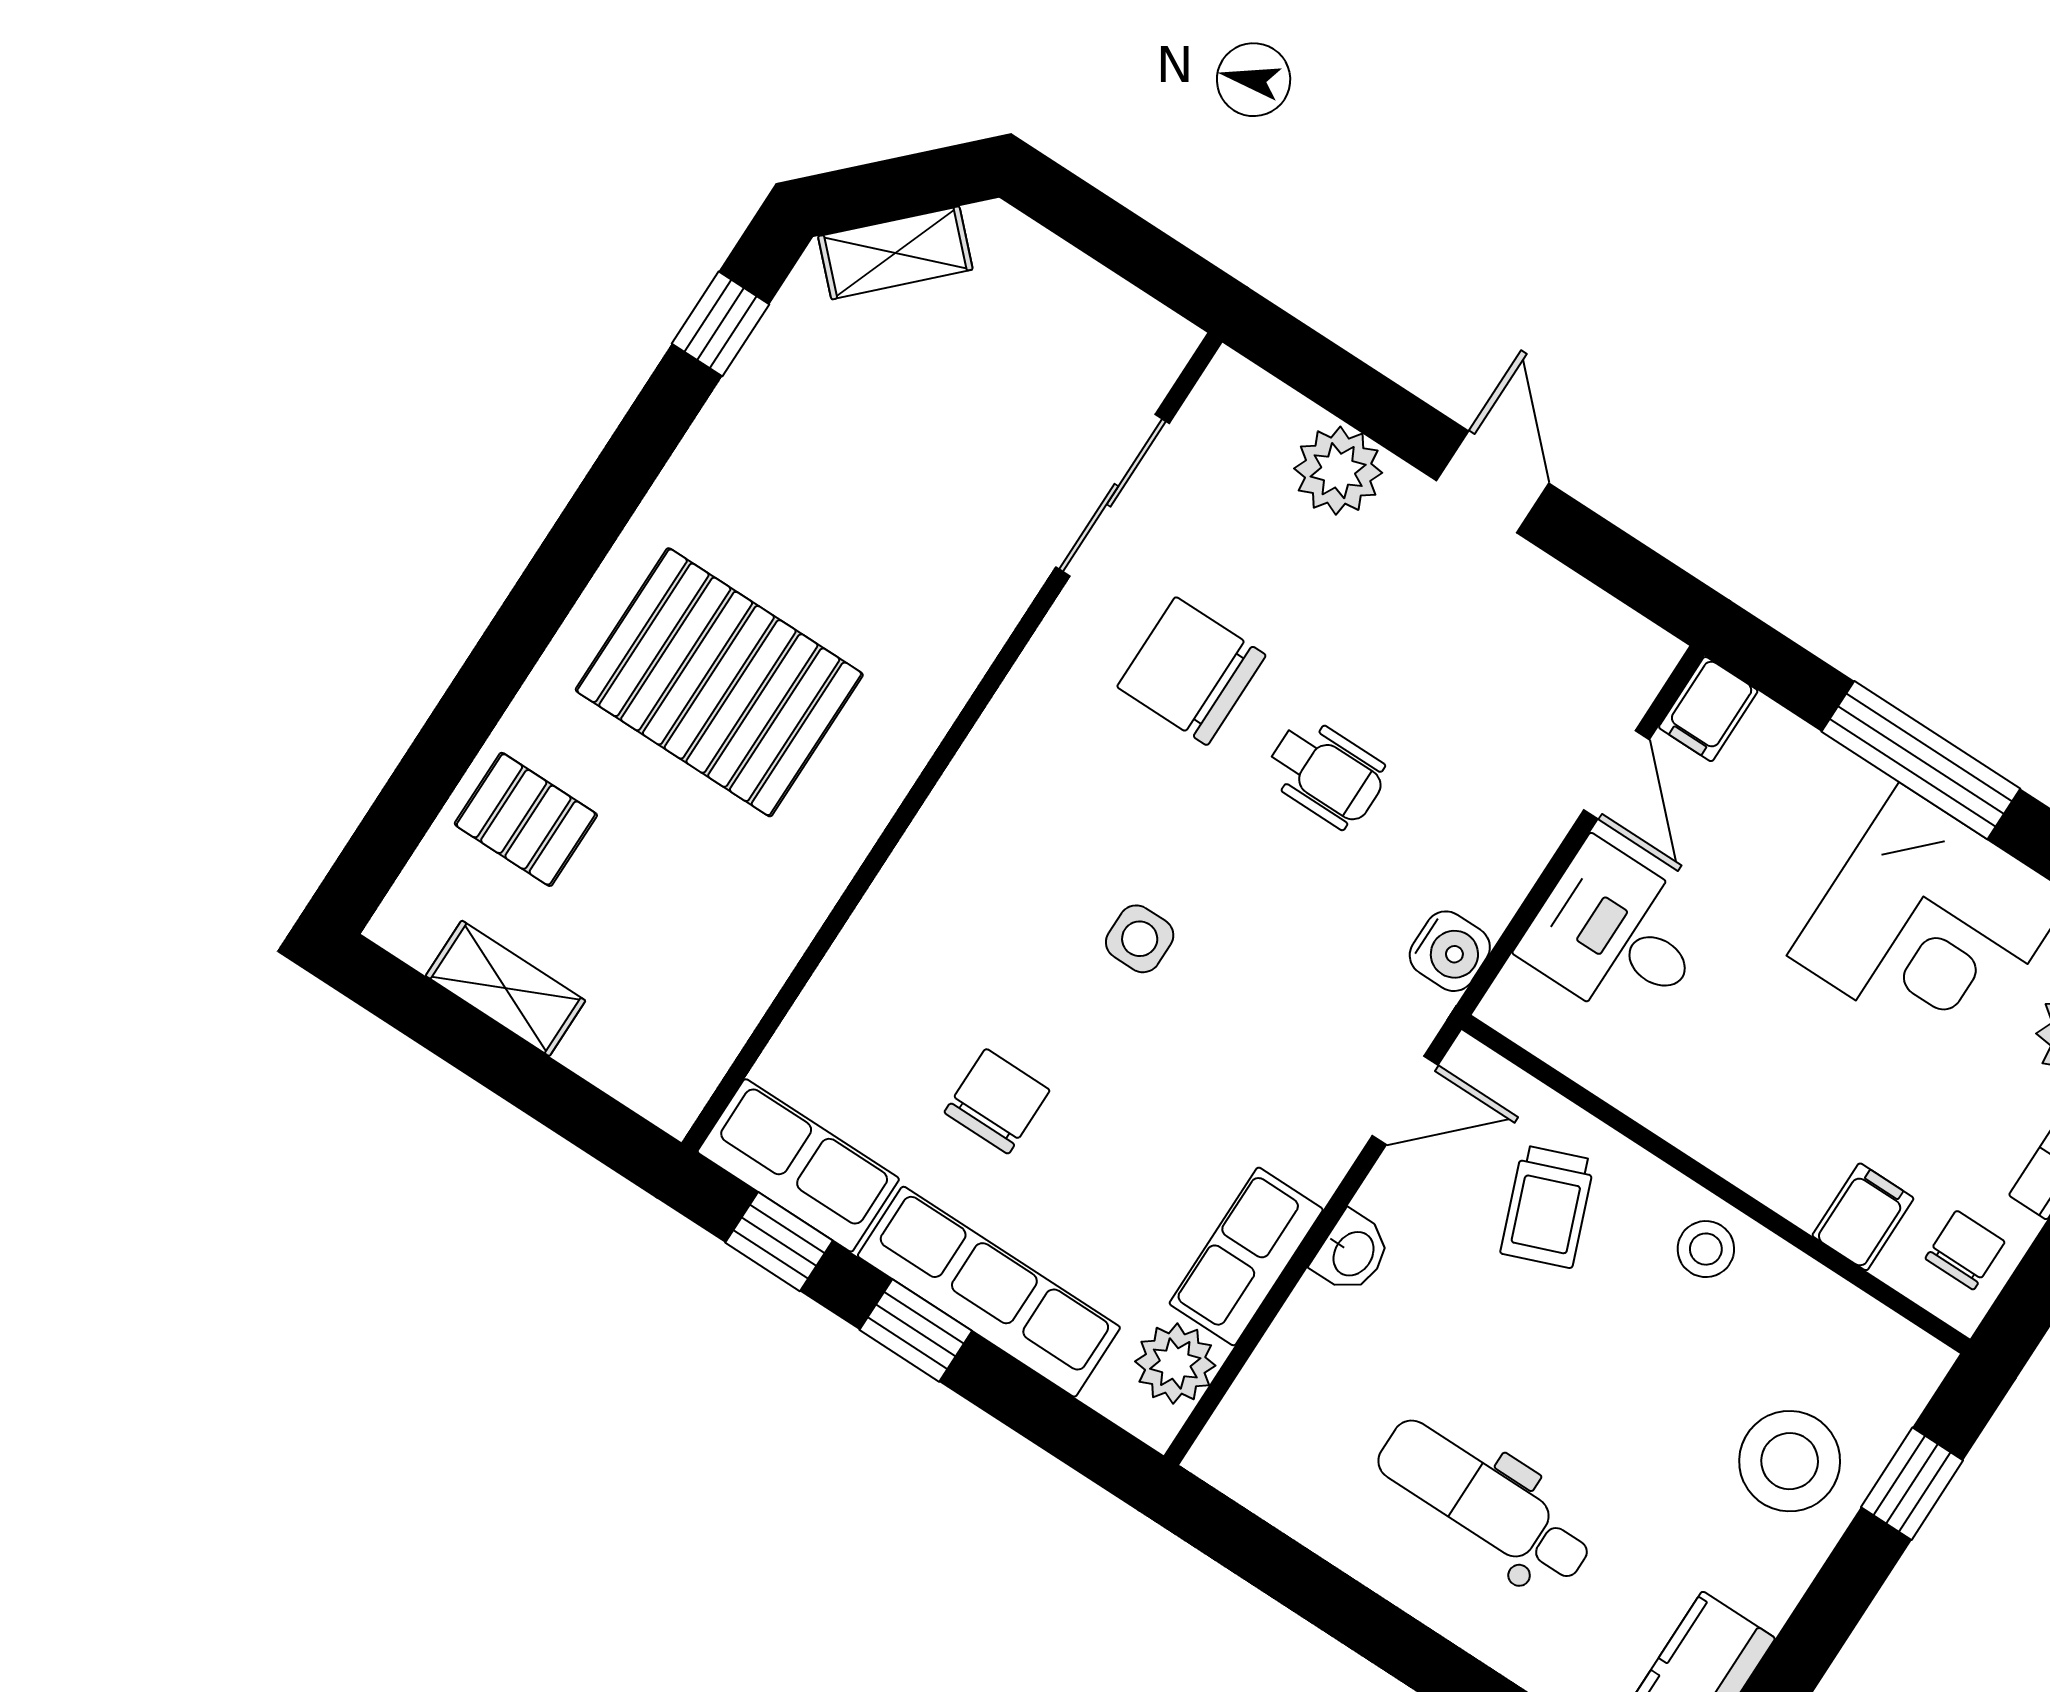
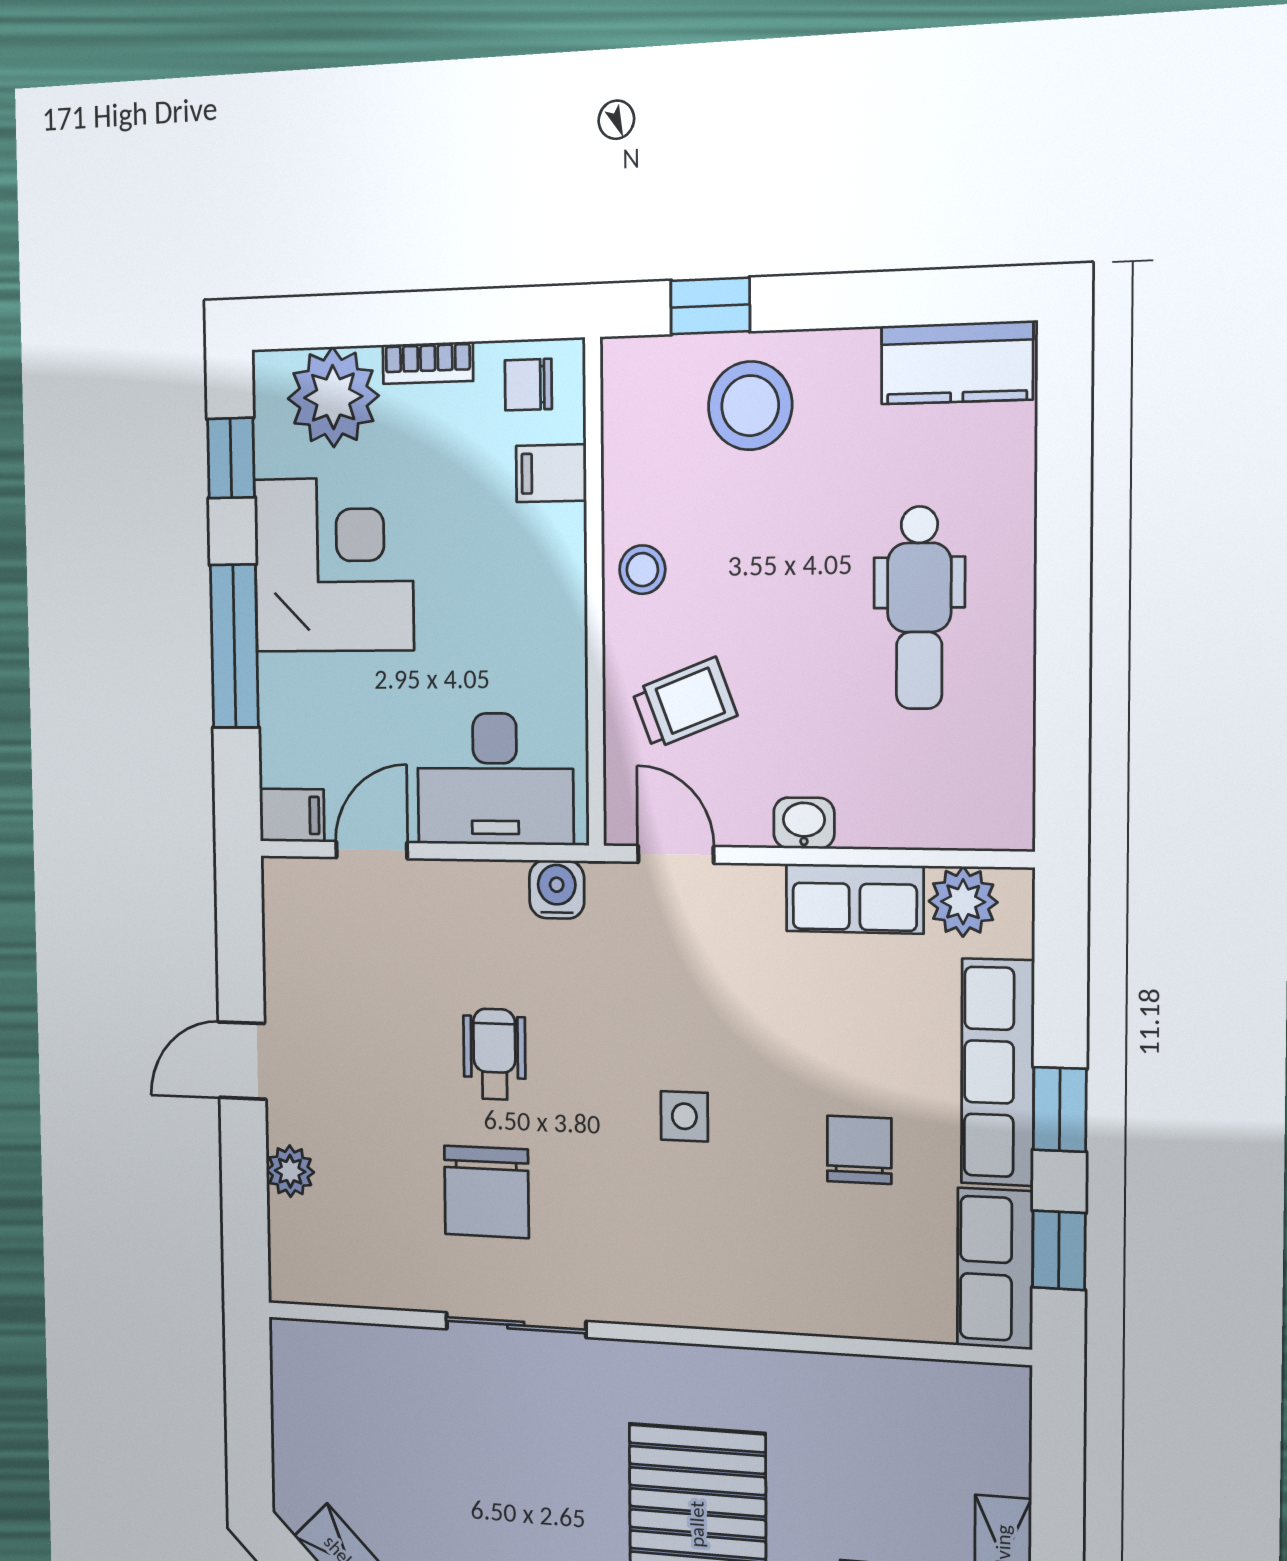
plant: (1338, 471) -> (290, 1171), width x0.73, depth x0.73
sliding door: (1113, 495) -> (516, 1325), moved
desk: (1616, 935) -> (495, 779), width x1.37
chair: (997, 1101) -> (859, 1150), turned 90

